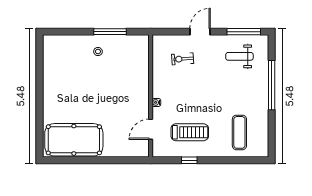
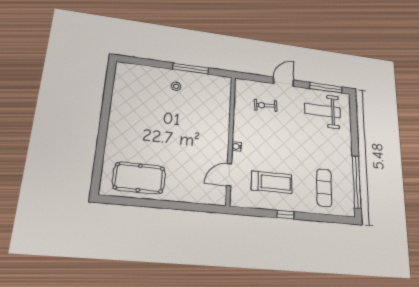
weight bench: (239, 56) -> (323, 110), width x1.36, depth x1.33
window: (272, 85) -> (357, 182), moved
pool table: (74, 140) -> (139, 178), width x0.73, depth x0.76
window: (189, 160) -> (285, 215), moved

